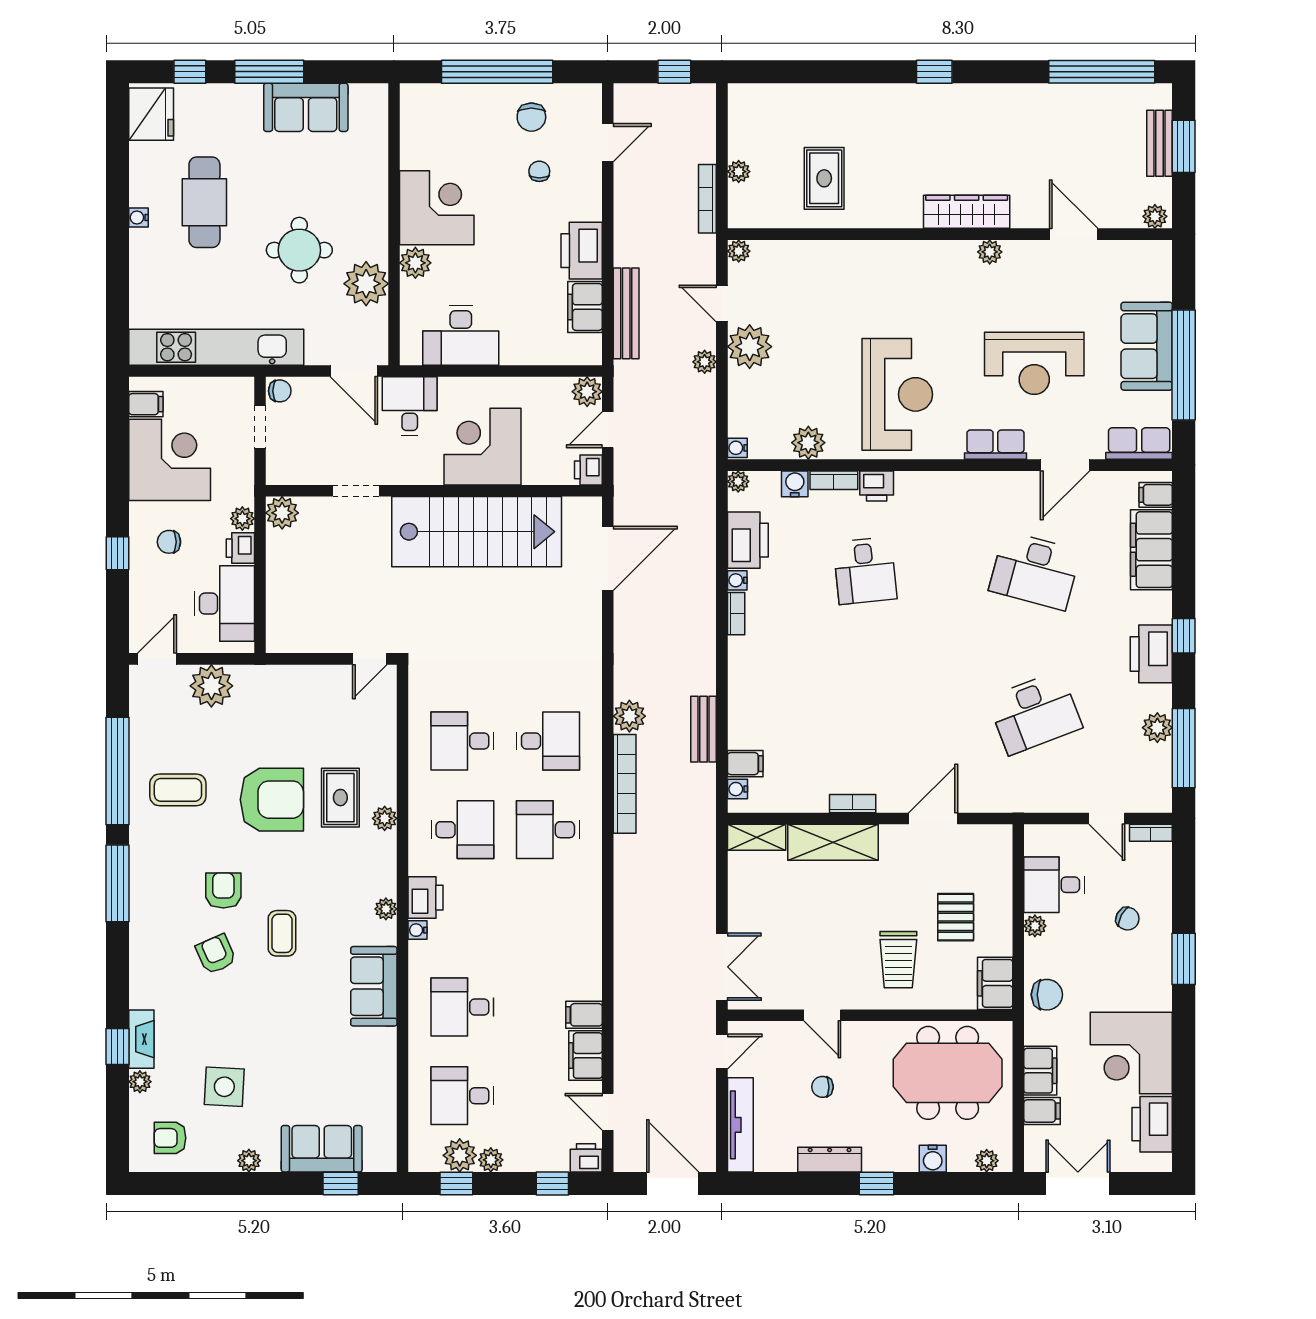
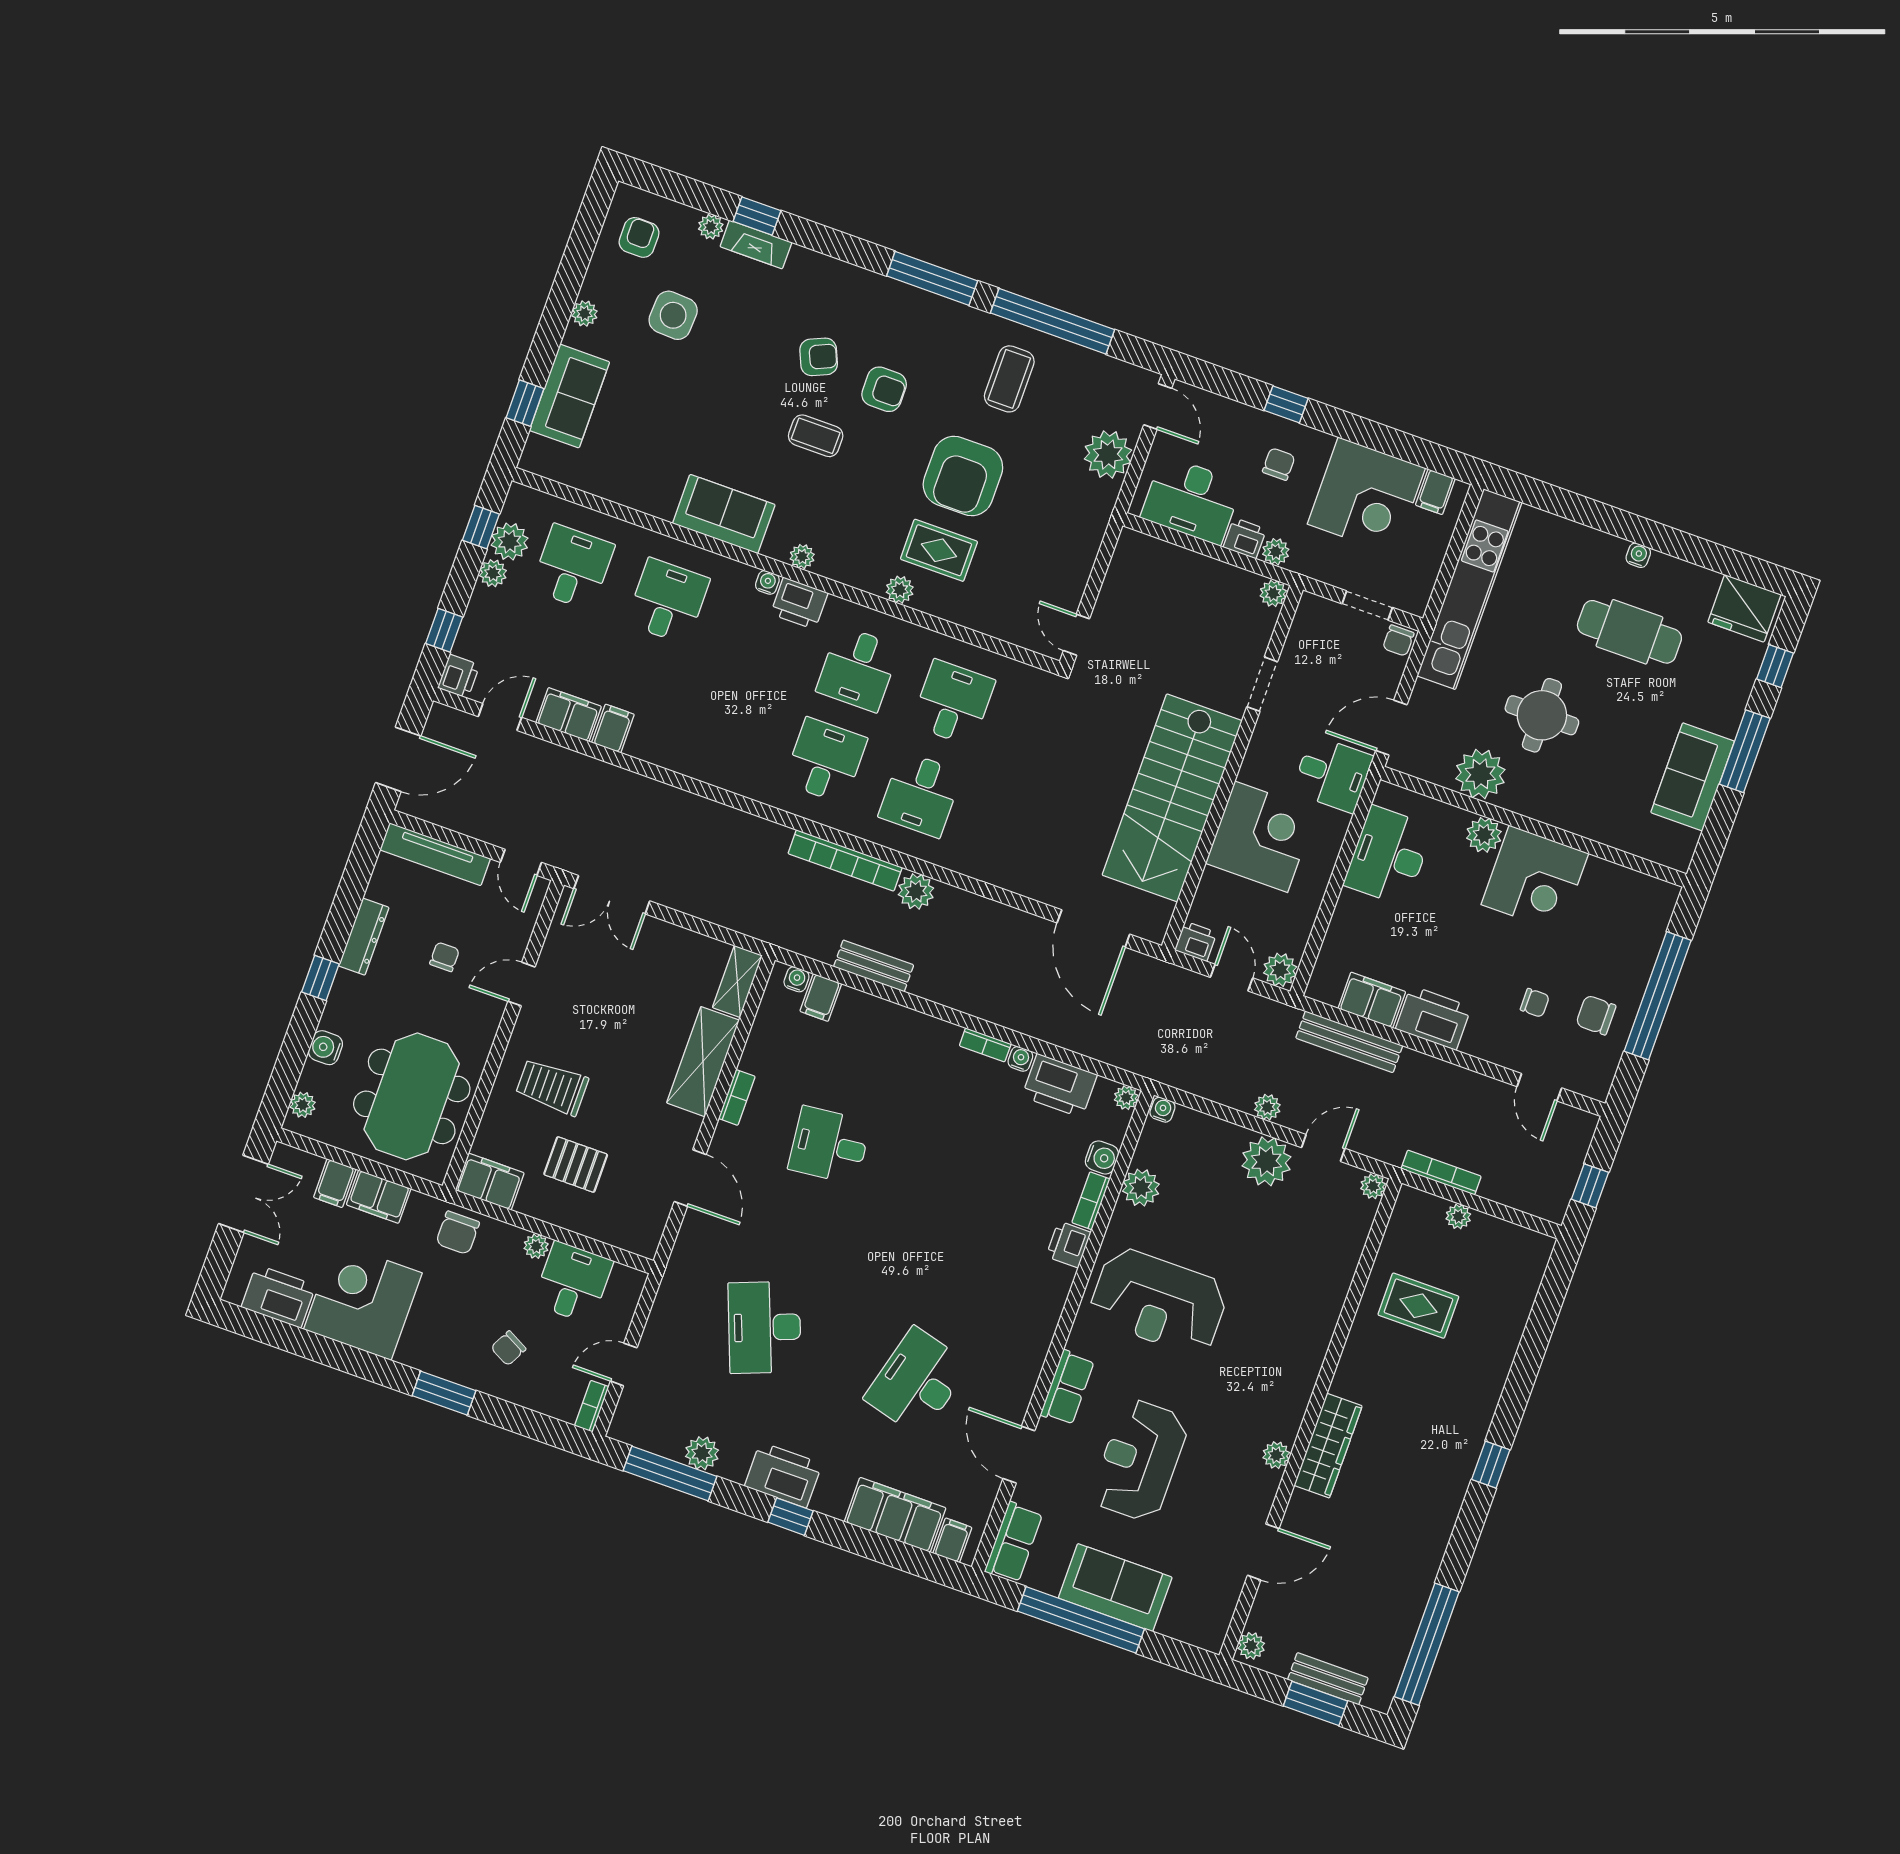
plant: (282, 513) -> (1273, 593), width x0.73, depth x0.73
desk: (865, 571) -> (829, 1145), moved

